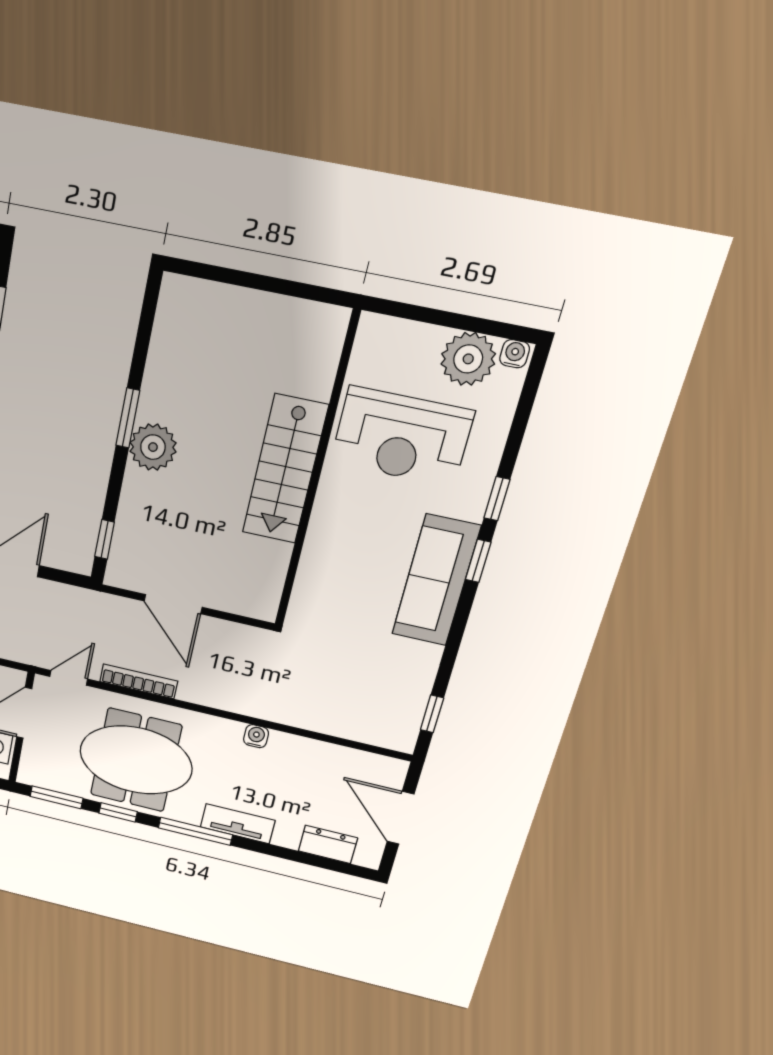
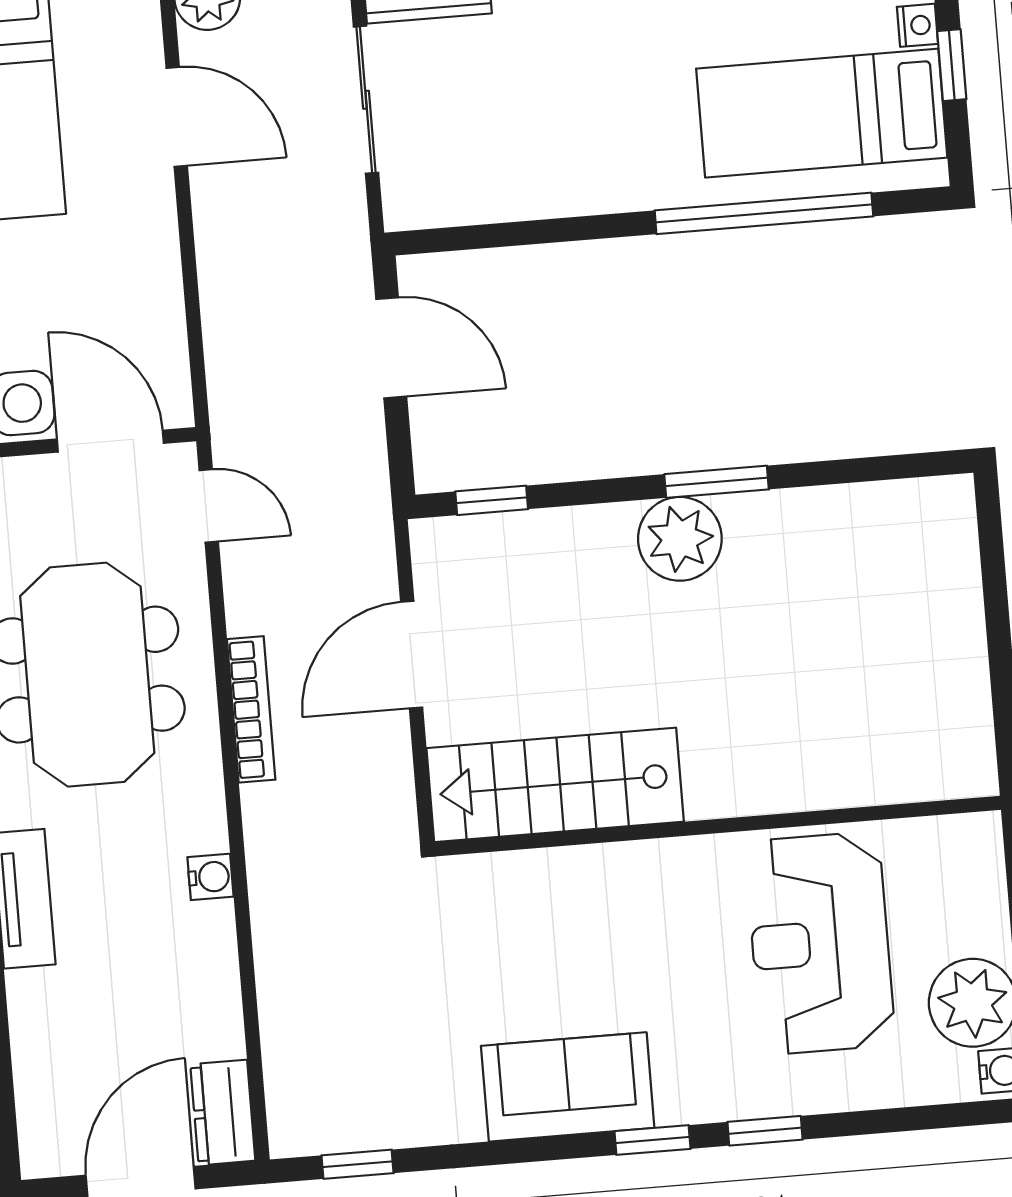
stairs: (285, 469) -> (555, 785), moved
sofa: (436, 580) -> (568, 1087), width x0.73
bookcase: (139, 681) -> (251, 709), moved
dresser: (328, 844) -> (223, 1113), moved, turned 180

